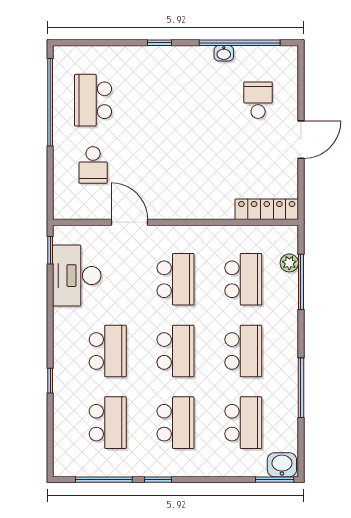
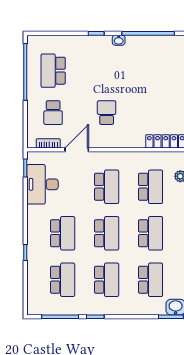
washbasin: (224, 53) -> (119, 40), moved
school desk: (258, 100) -> (107, 113), moved
bookcase: (86, 212) -> (48, 143), added
door: (129, 222) -> (77, 150), hinge flipped

